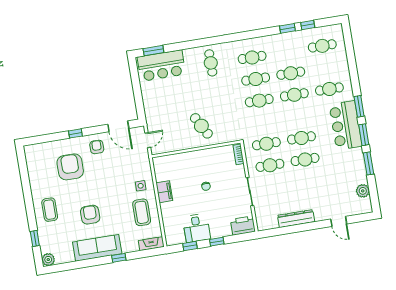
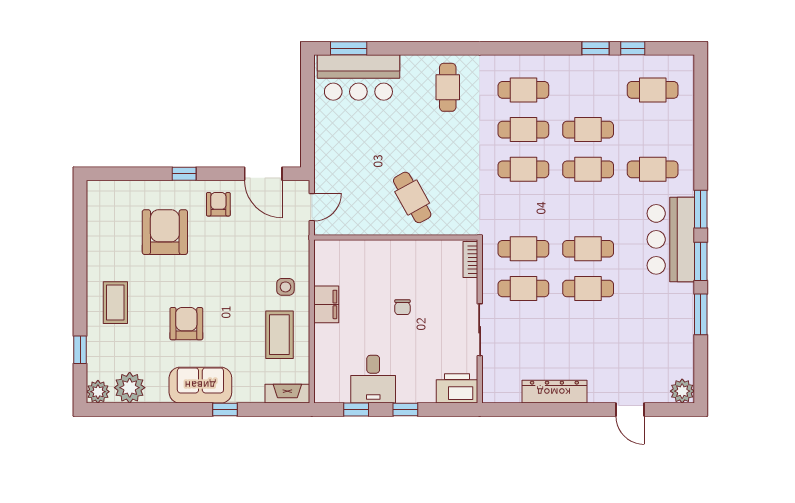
plant: (363, 191) -> (682, 391), moved
sofa: (97, 248) -> (200, 385), width x0.73
plant: (65, 255) -> (130, 388), added

